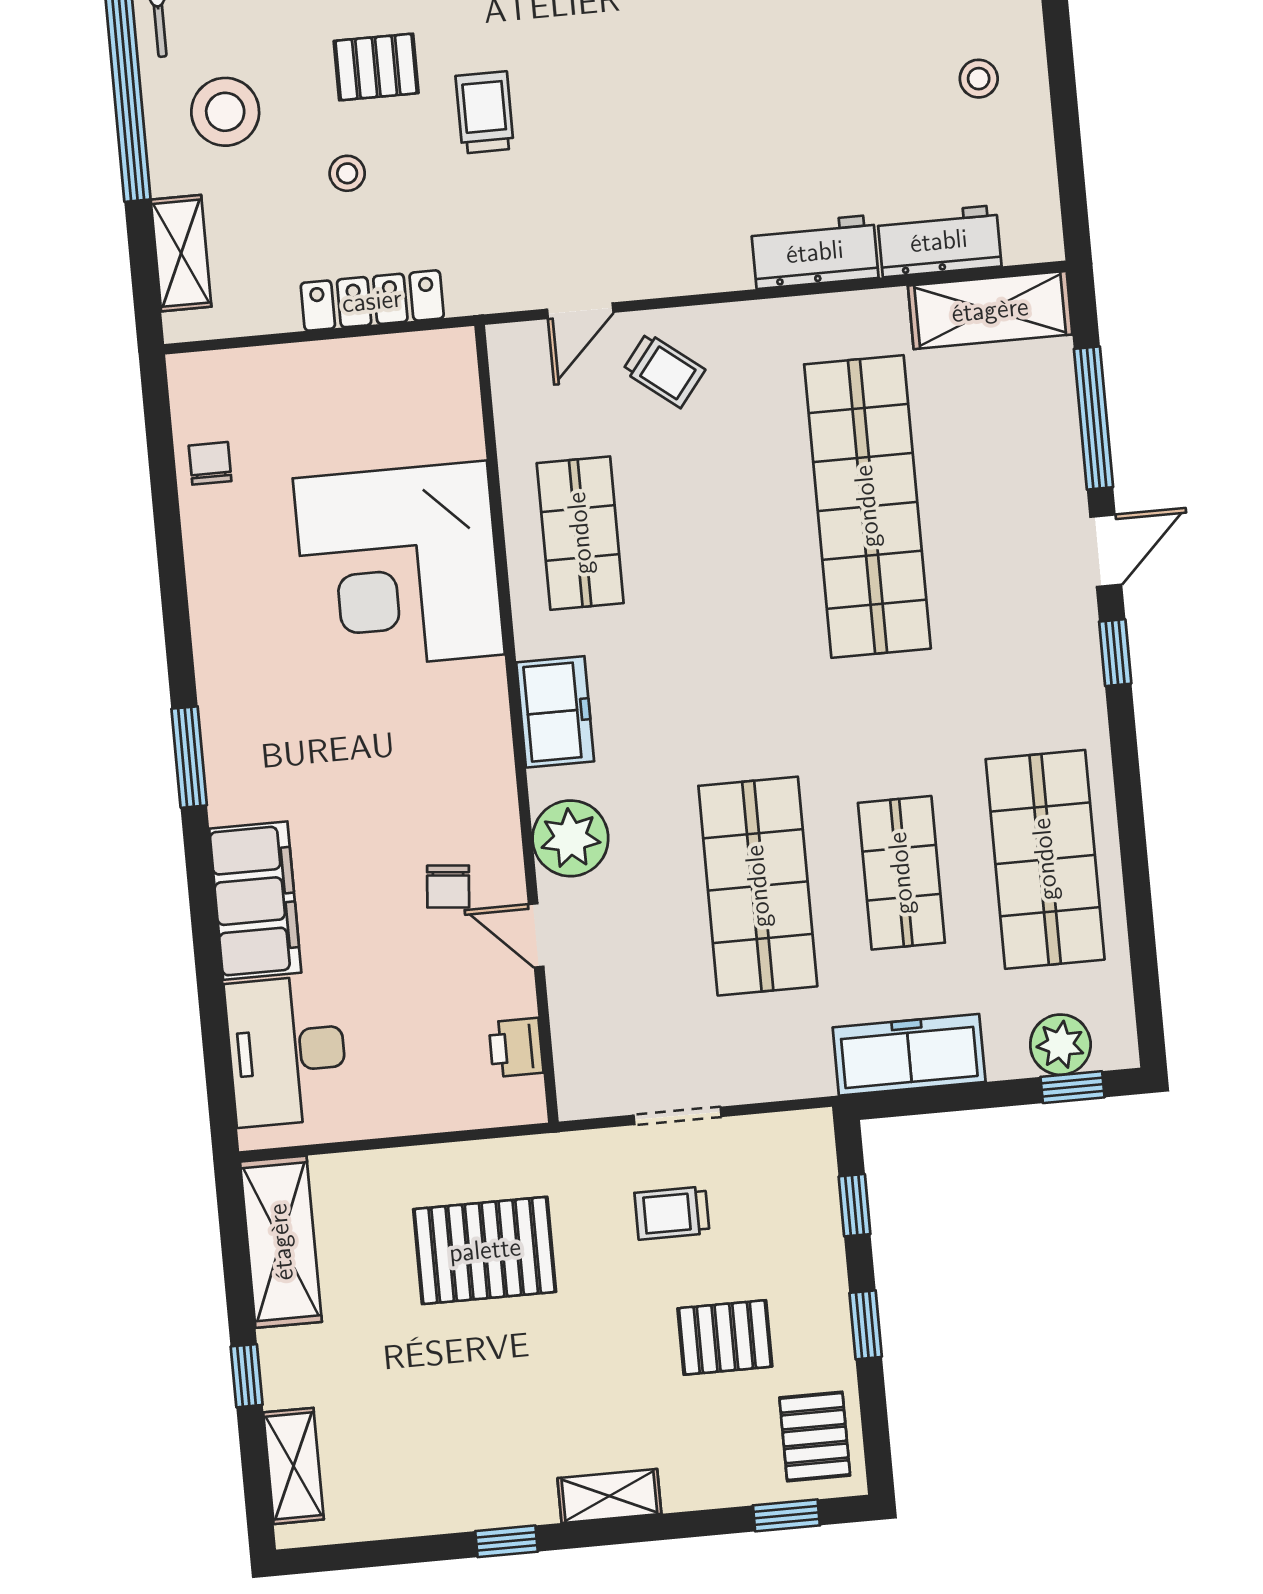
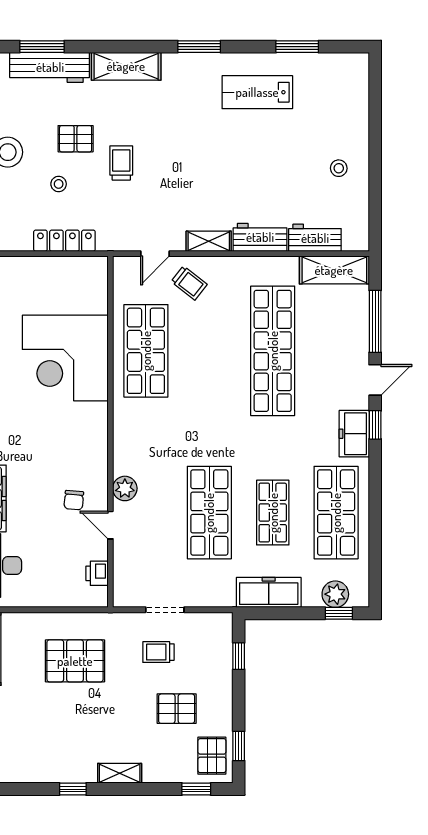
shelving: (699, 271) -> (209, 241), added
shop shelf: (580, 533) -> (146, 351), width x1.43, depth x1.36
freezer: (555, 712) -> (354, 434), moved, turned 180
plant: (570, 838) -> (125, 488), width x0.73, depth x0.73
window: (866, 1325) -> (239, 746), moved

